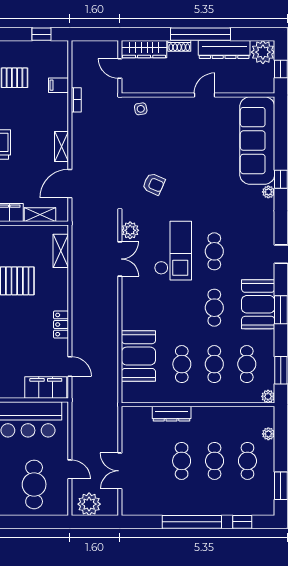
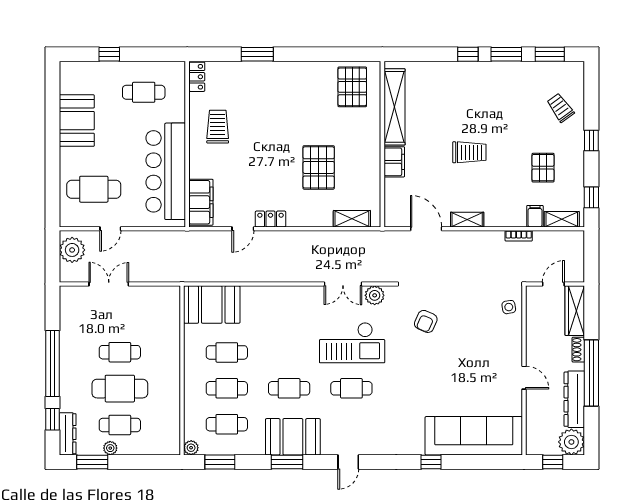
plant: (268, 192) -> (417, 448), removed
shelving: (40, 215) -> (562, 219), moved, turned 90
booth: (138, 356) -> (212, 305), moved
door: (70, 366) -> (243, 229), moved
dresser: (172, 414) -> (68, 434), moved, turned 180
plant: (268, 434) -> (110, 448), moved
cafe table: (215, 461) -> (120, 389), width x1.37, depth x1.35

